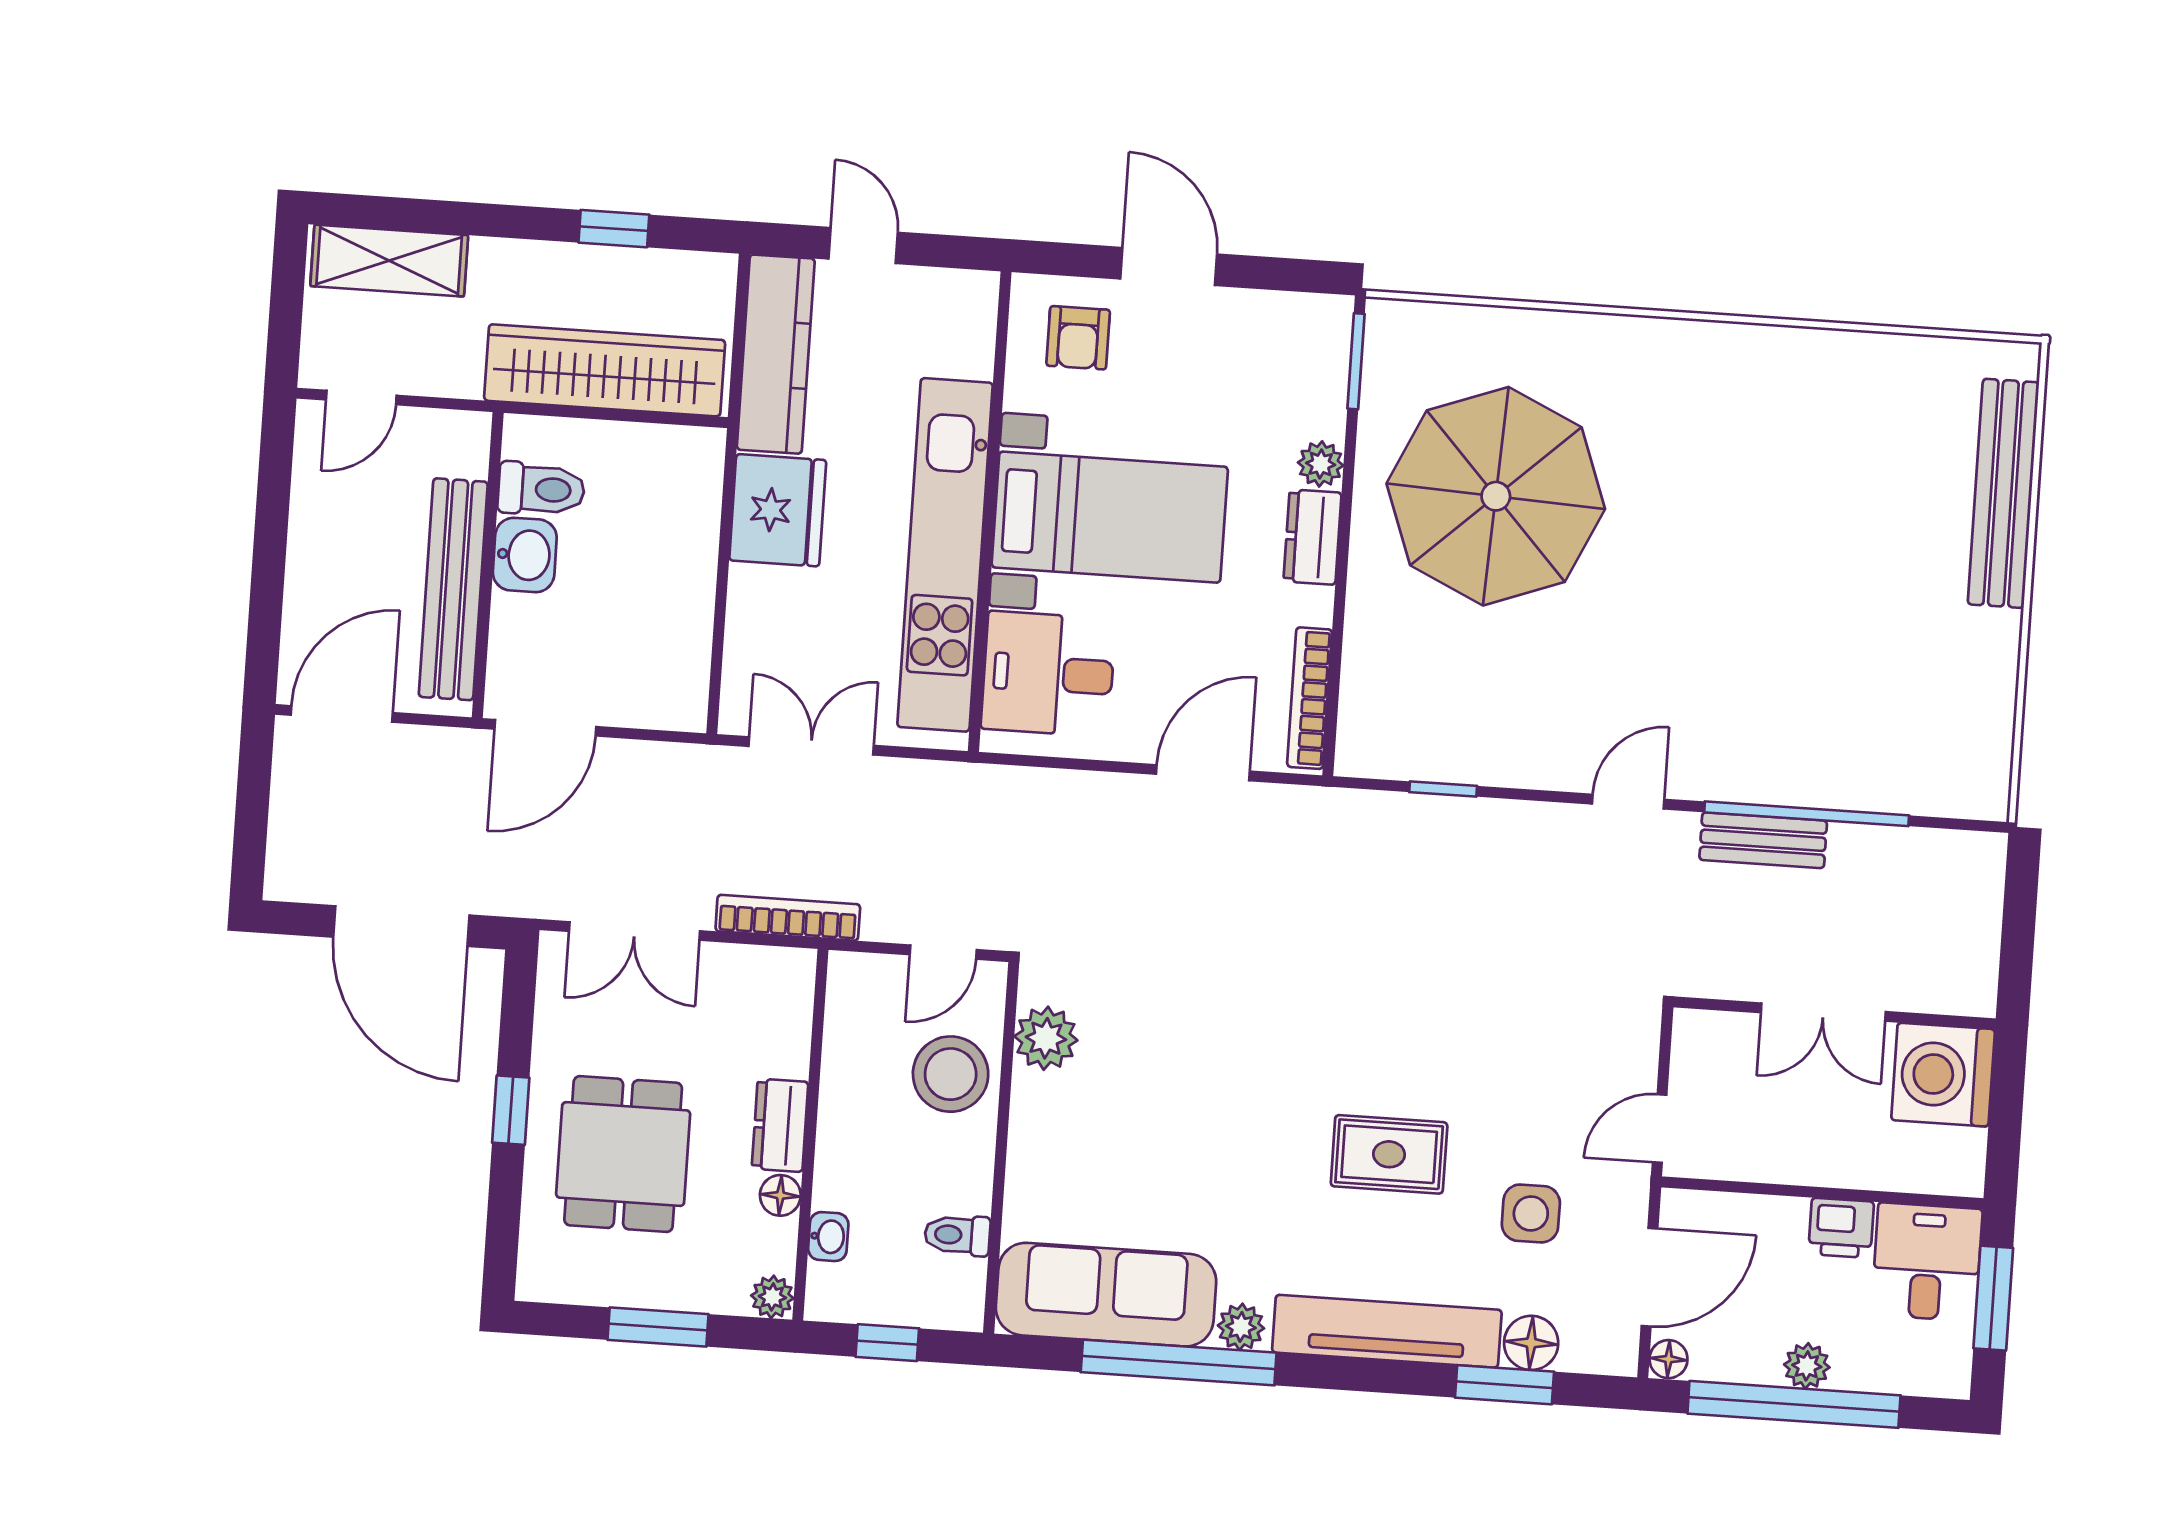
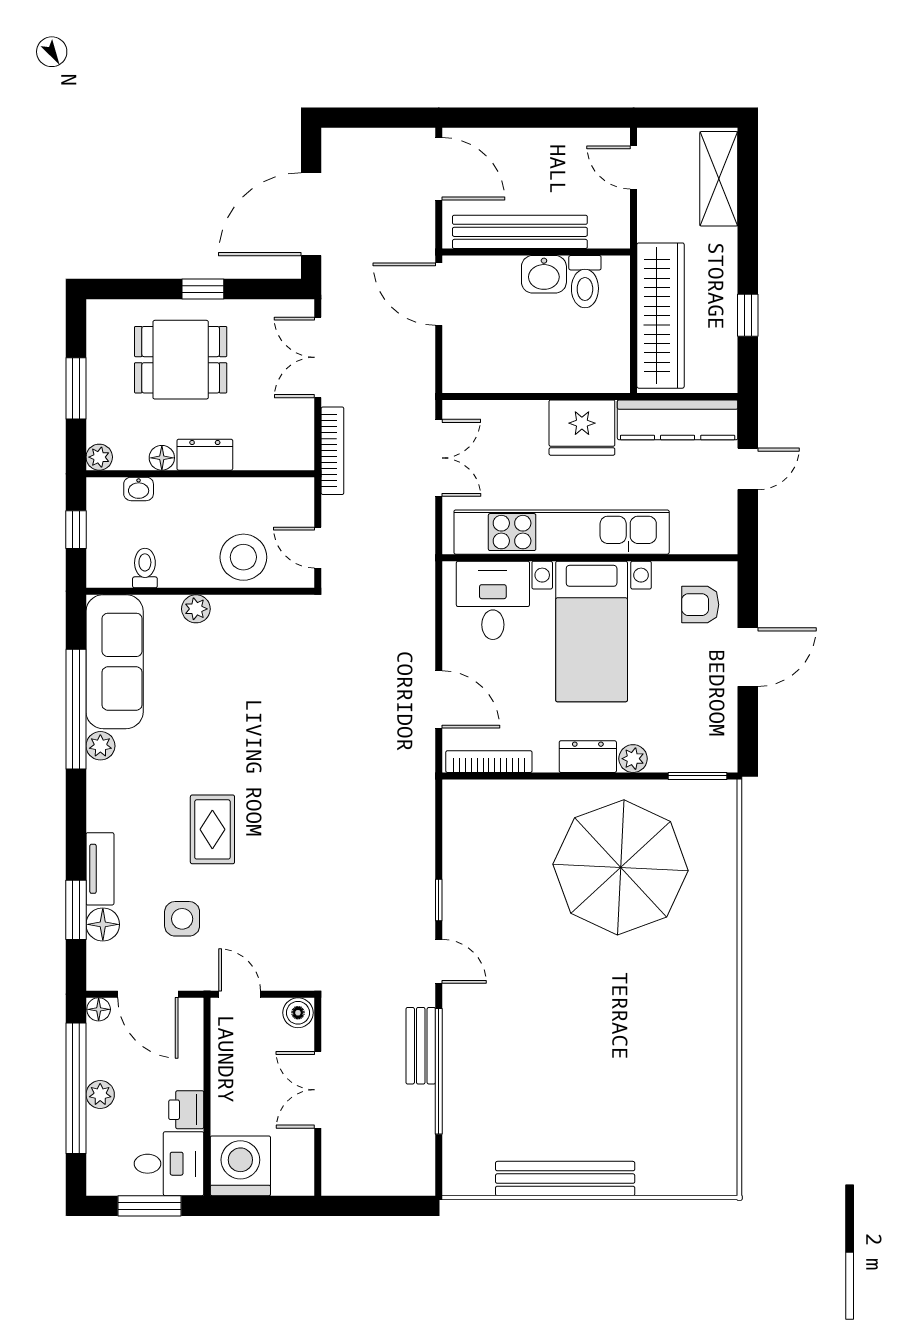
bench: (2003, 493) -> (565, 1179), moved
window: (1443, 789) -> (439, 900), moved
boiler: (1696, 1036) -> (298, 1013), added
plant: (1046, 1038) -> (196, 609), moved, width x0.73, depth x0.73
washing machine: (1943, 1075) -> (240, 1166), moved
tv unit: (1387, 1331) -> (100, 869), width x0.52, depth x0.78

